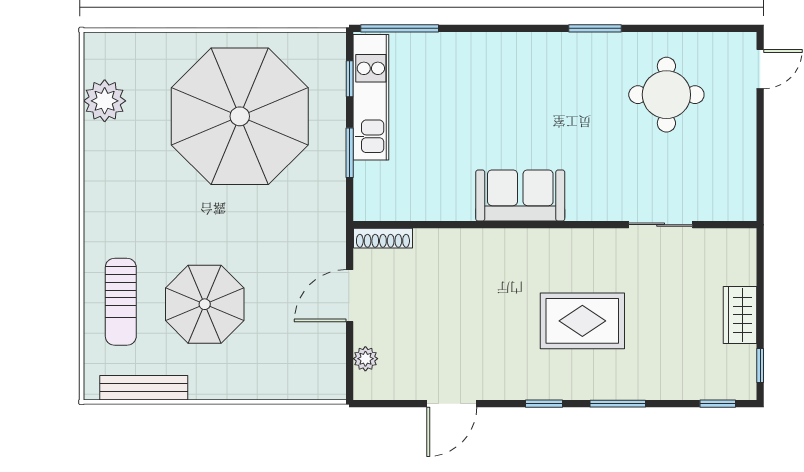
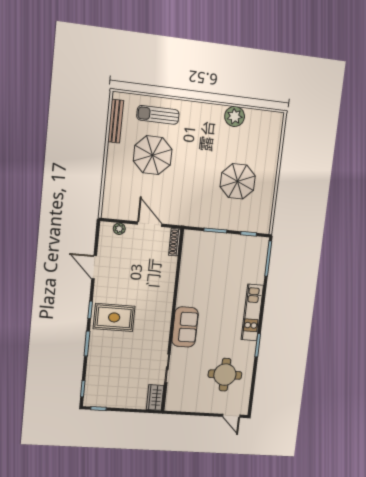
kitchen unit: (371, 97) -> (252, 312), moved, turned 90
plant: (105, 101) -> (235, 116), moved
parasol: (240, 116) -> (238, 181), width x0.54, depth x0.54
sofa: (520, 196) -> (185, 327), moved
wardrobe: (740, 315) -> (155, 397), moved, turned -90
rug: (582, 321) -> (114, 317), moved, turned 90

